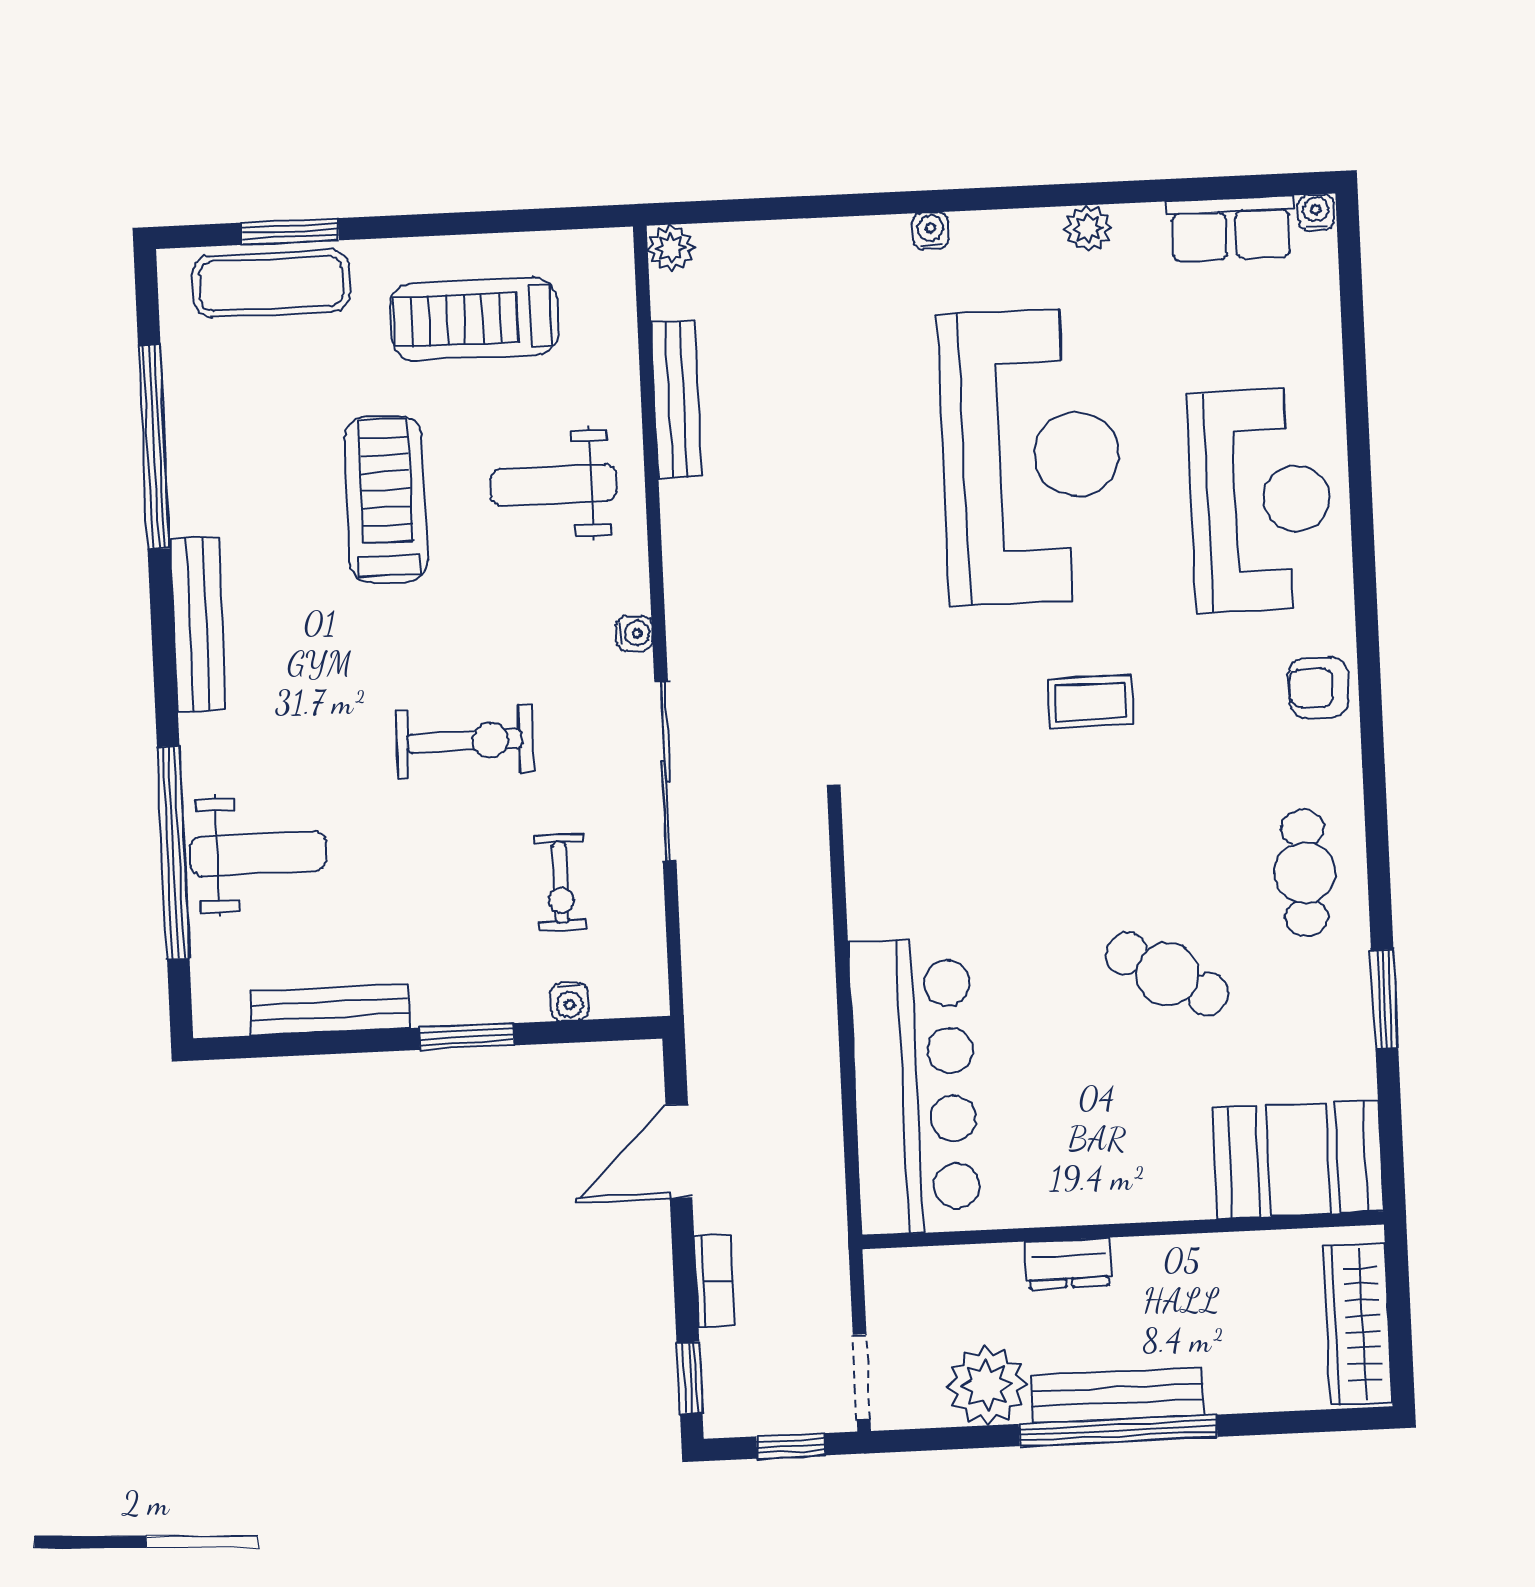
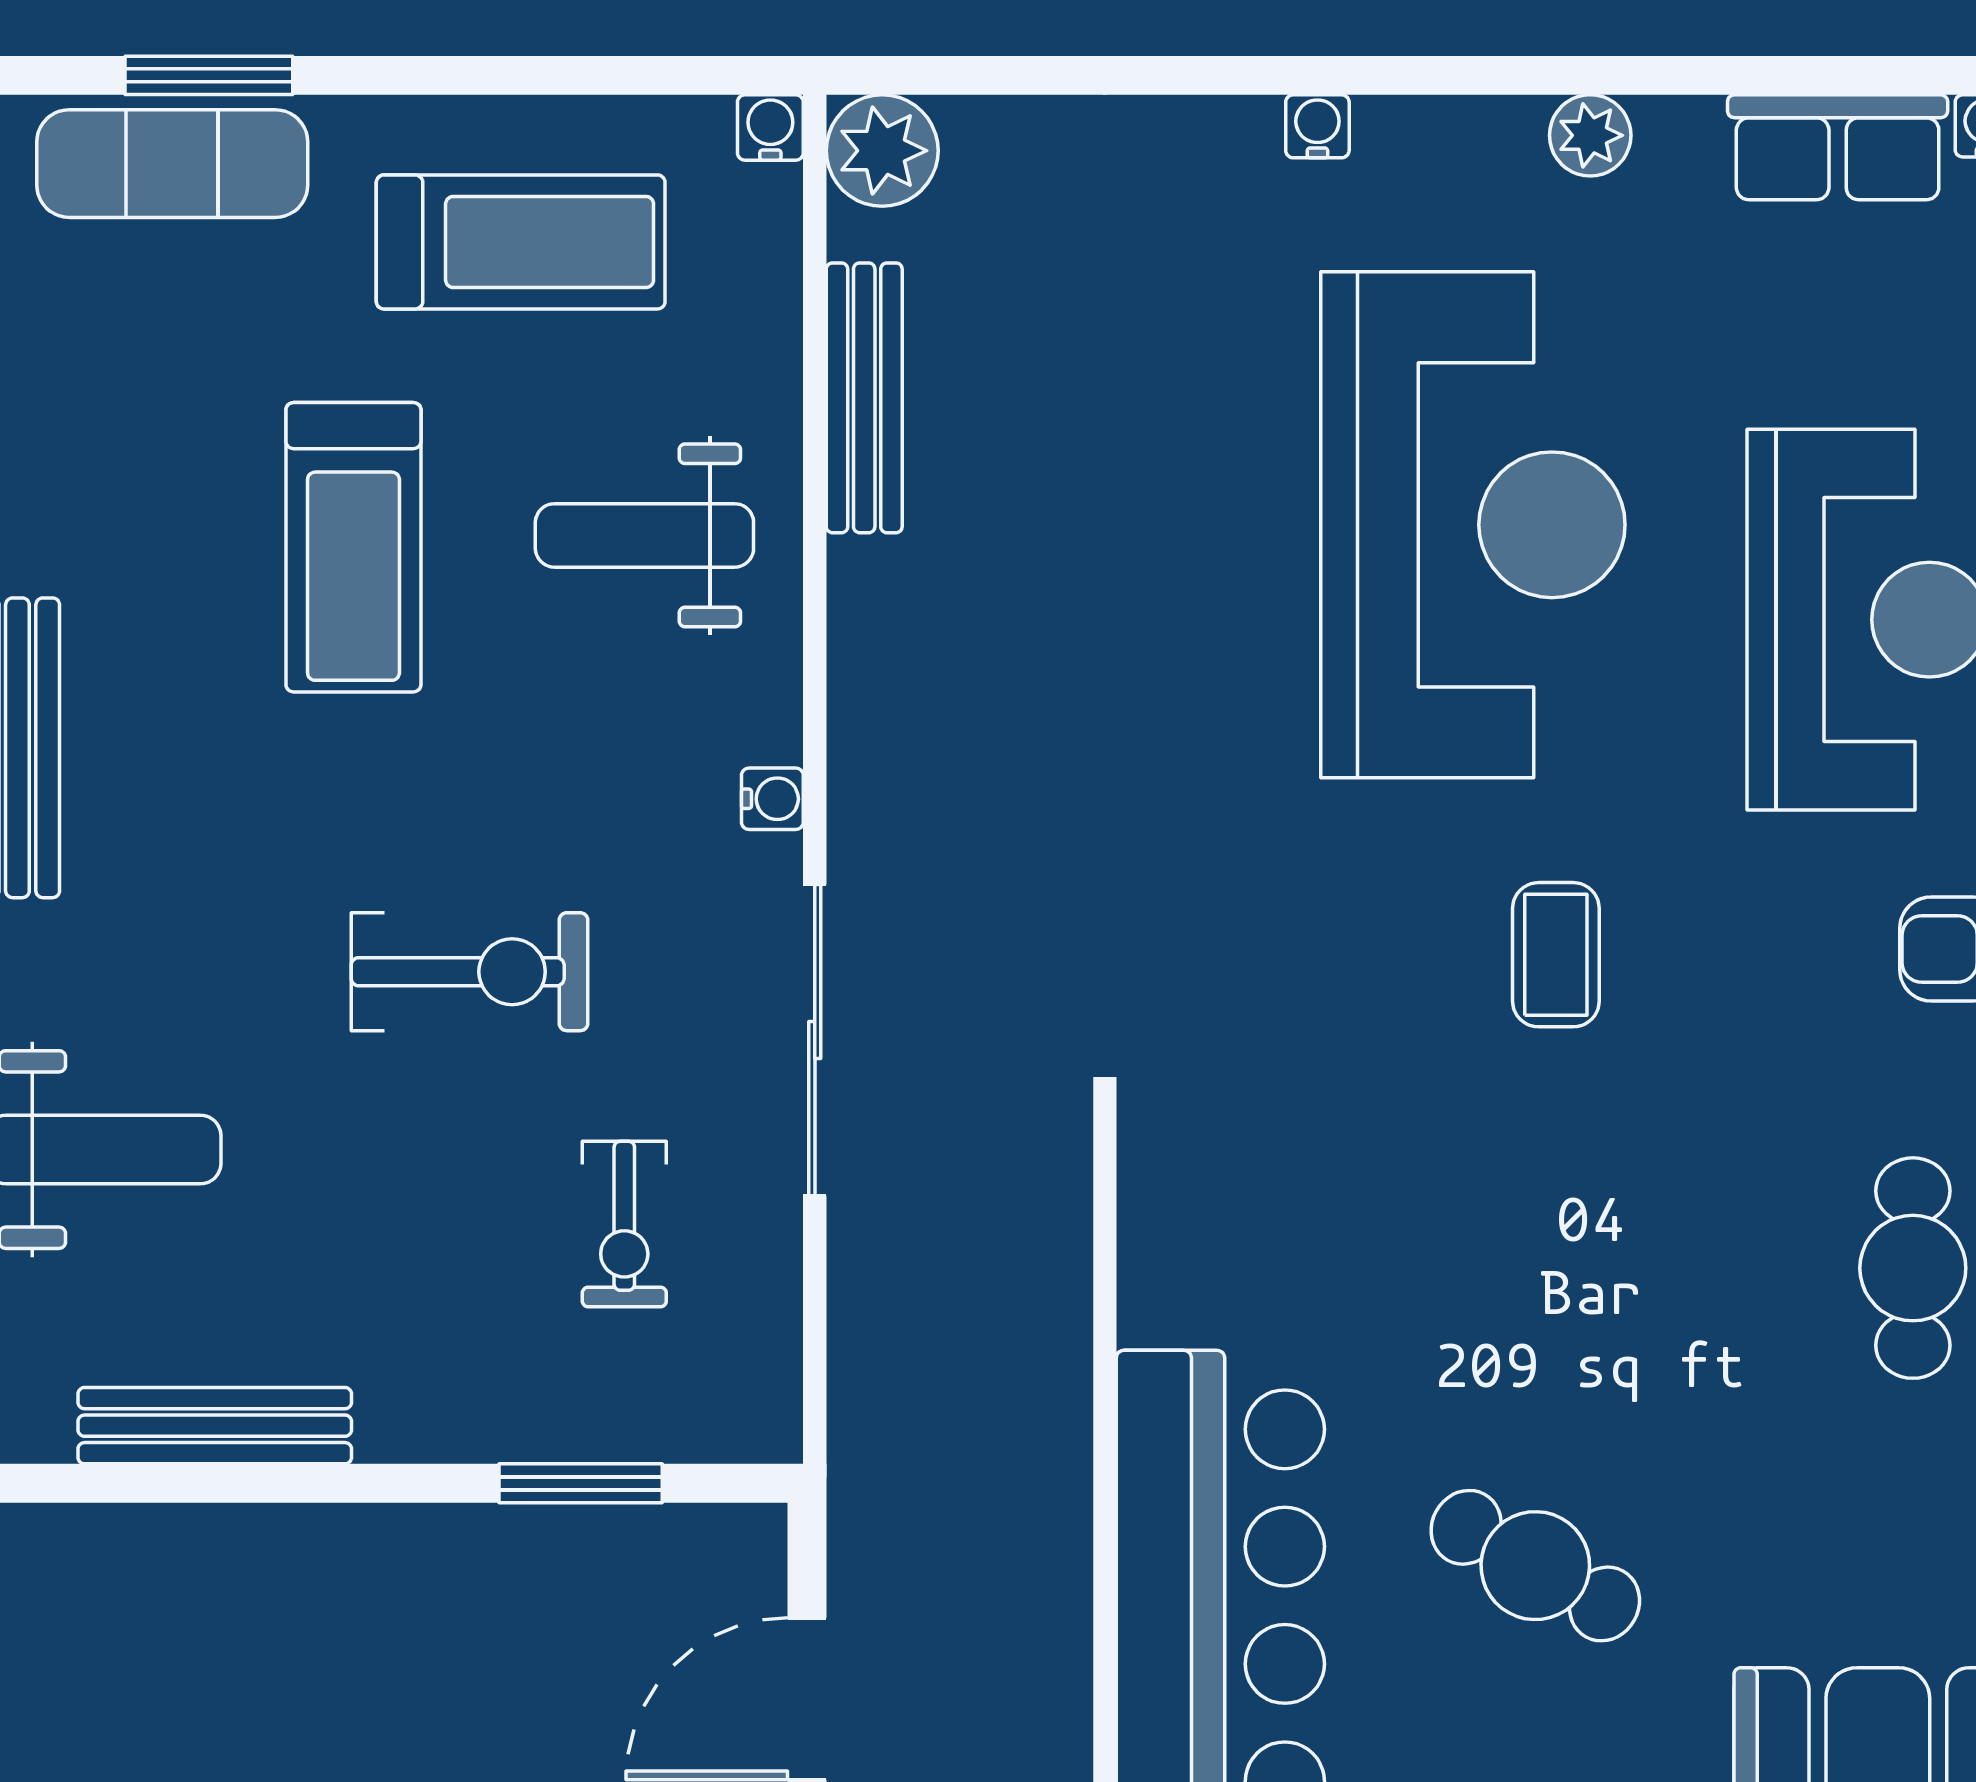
plant: (671, 248) -> (882, 151), width x1.38, depth x1.38
treadmill: (474, 319) -> (521, 242), turned 180
treadmill: (386, 500) -> (353, 547), turned 180
coffee table: (1090, 702) -> (1556, 955), turned 90
cafe table: (1167, 974) -> (1535, 1566), moved
water cooler: (570, 1002) -> (770, 128), moved, turned 180
window: (467, 1037) -> (581, 1483), moved

